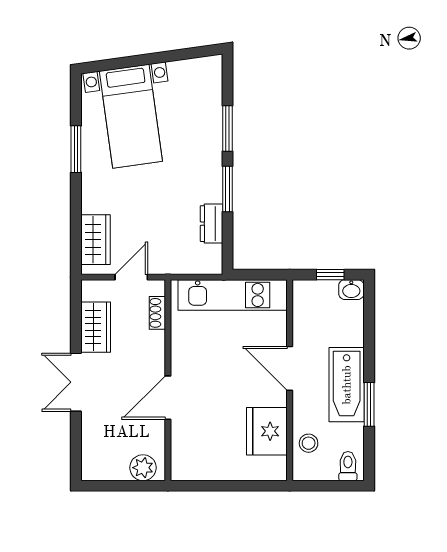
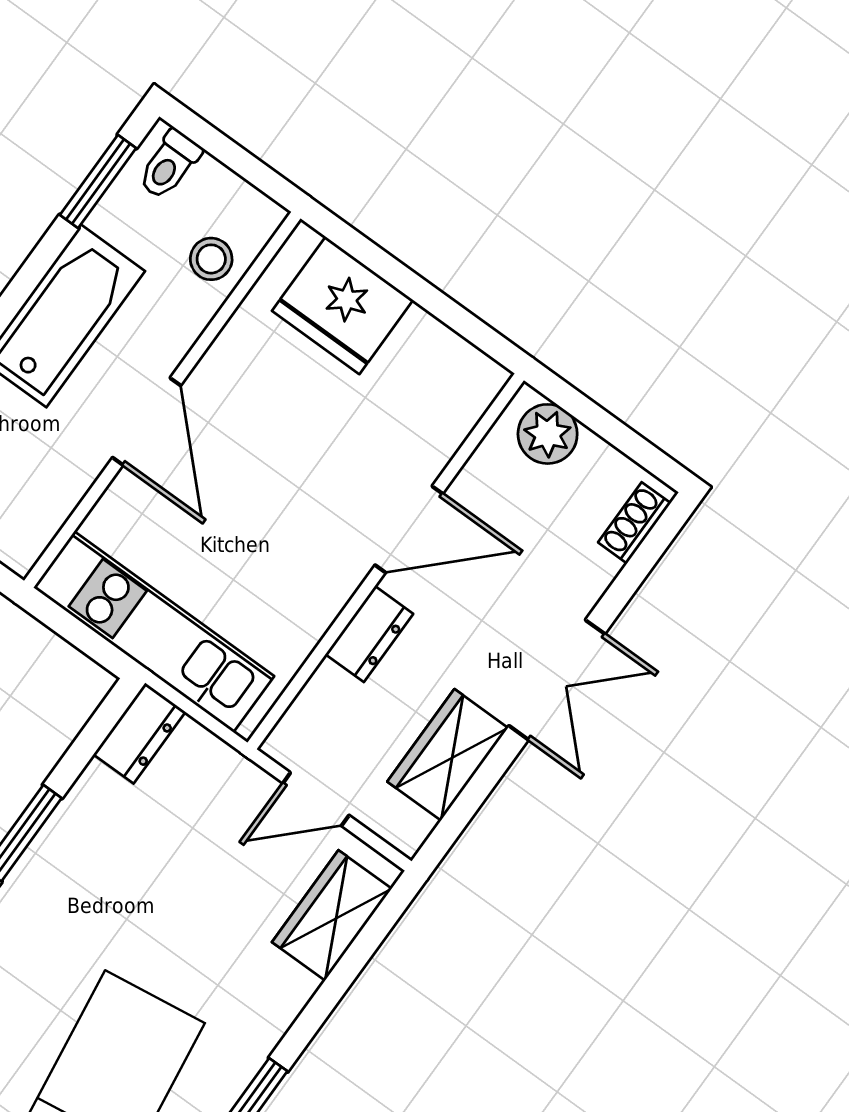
dresser: (211, 224) -> (139, 733), moved
shoe rack: (157, 313) -> (634, 523), moved, turned 180
dresser: (155, 350) -> (369, 634), added
window: (369, 404) -> (98, 181), moved
fridge: (267, 431) -> (342, 305), moved, turned 90

